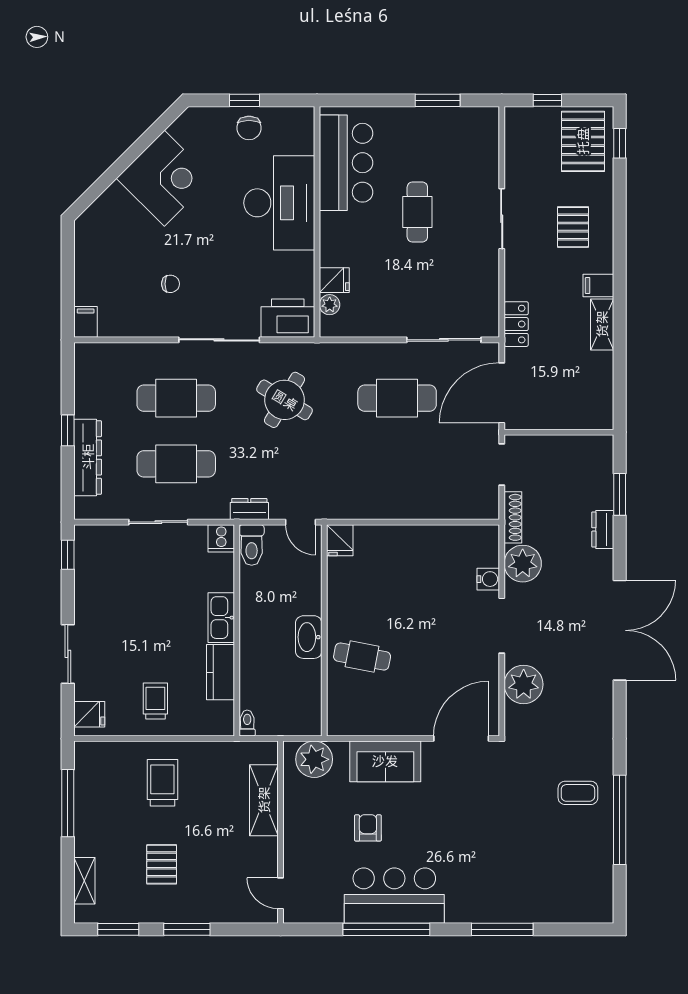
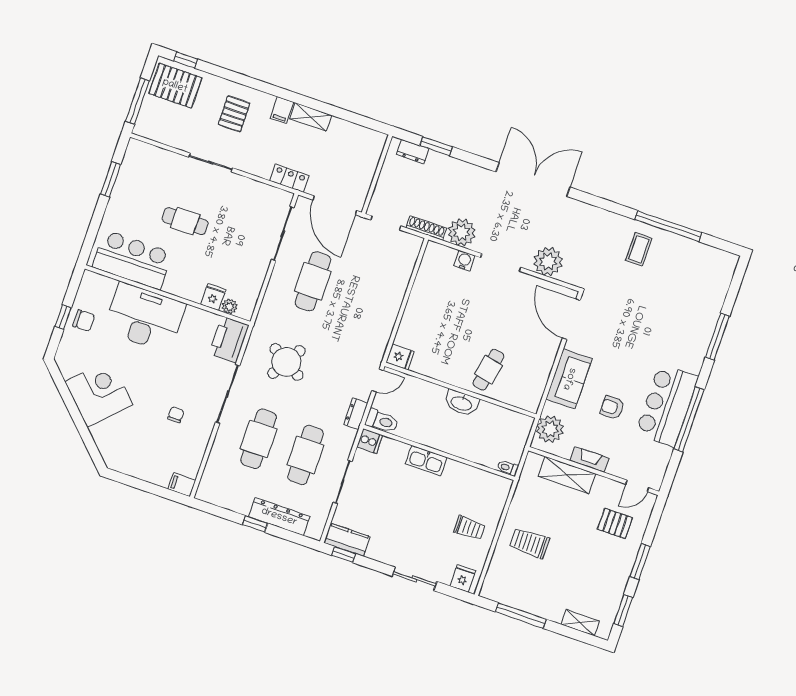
window: (547, 100) -> (137, 101), width x2.17
pallet: (573, 227) -> (234, 114), turned 90
dresser: (603, 529) -> (412, 152), moved
kitchen counter: (220, 672) -> (347, 540), moved, turned 180
trolley: (155, 701) -> (469, 528), turned 180
fireplace: (293, 822) -> (590, 459), added
pallet: (162, 864) -> (615, 523), moved

